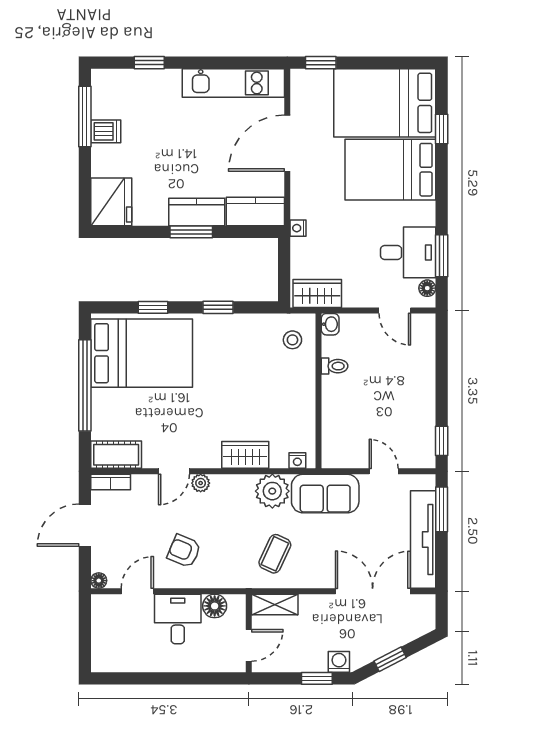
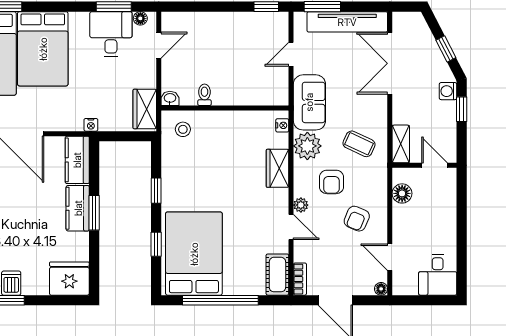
armchair: (229, 520) -> (331, 182), added
desk: (178, 619) -> (438, 275), moved, turned -90

